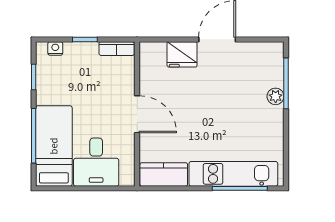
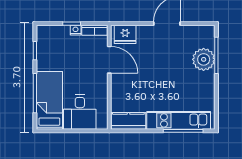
nightstand: (55, 48) -> (76, 30), moved
fridge: (182, 54) -> (125, 34), moved
plant: (276, 96) -> (204, 59), width x1.88, depth x1.88
door: (137, 114) -> (109, 60), moved

